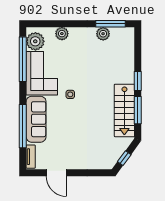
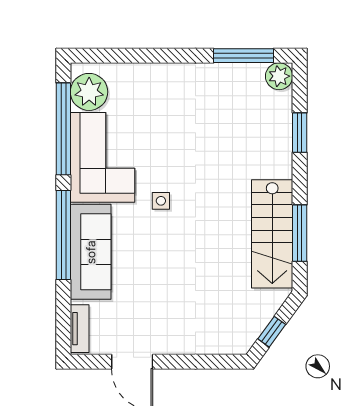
plant: (62, 34) -> (144, 76), removed
plant: (103, 34) -> (279, 76), moved
window: (138, 81) -> (300, 133), moved
window: (23, 126) -> (63, 235), moved

